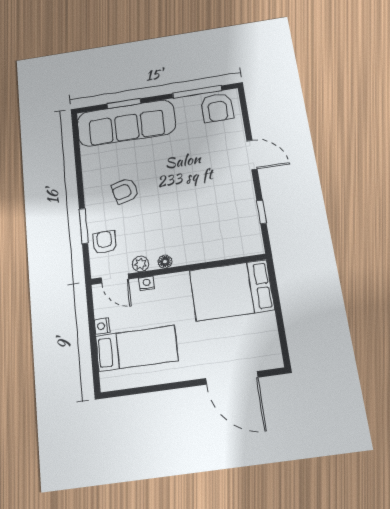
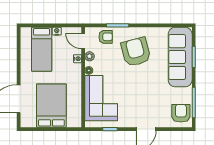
armchair: (217, 108) -> (181, 113), turned 90
armchair: (125, 191) -> (136, 52), width x1.88, depth x1.88
corner sofa: (210, 234) -> (101, 98), added
door: (115, 278) -> (83, 41), hinge flipped
bed: (232, 290) -> (51, 106), moved

